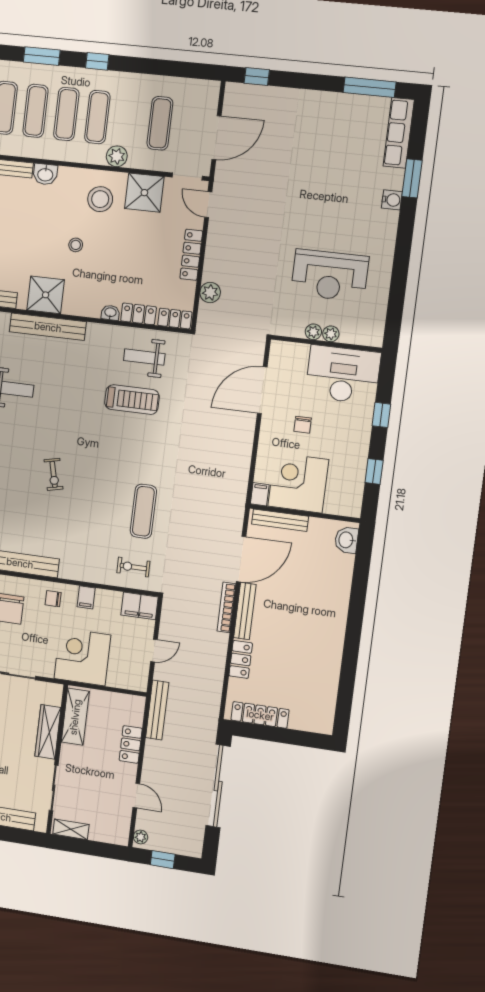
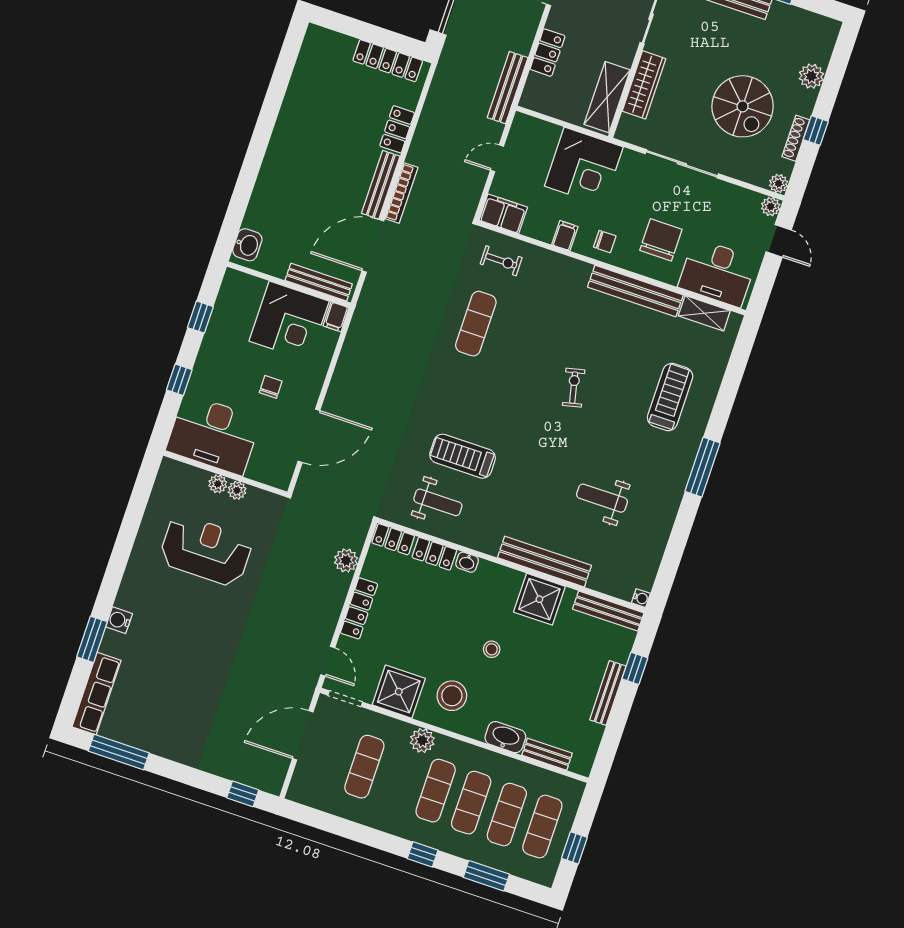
washbasin: (45, 174) -> (505, 737), width x1.38

